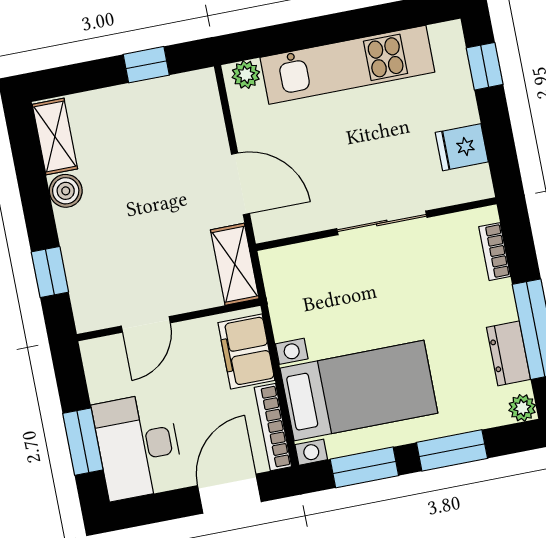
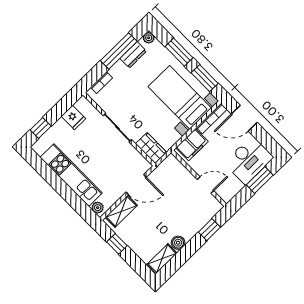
door: (240, 184) -> (136, 185), swing flipped
shelving: (235, 264) -> (121, 211), moved
wardrobe: (295, 264) -> (151, 148), added

